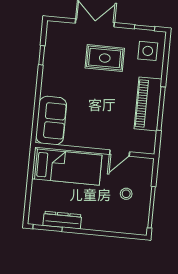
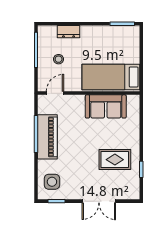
rug: (105, 58) -> (115, 160), moved
sofa: (51, 121) -> (106, 106), moved, turned -90
door: (120, 153) -> (55, 93), moved
dresser: (62, 220) -> (69, 32), moved, width x0.70

